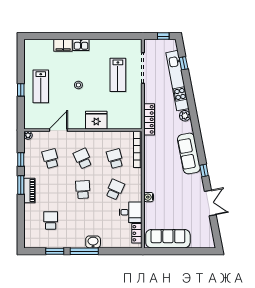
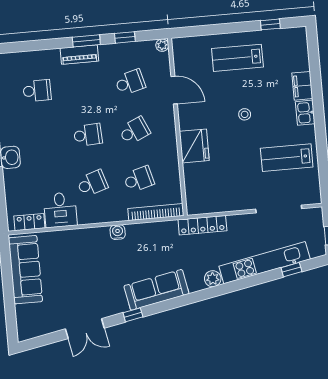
lab bench: (118, 75) -> (287, 158), moved
window: (21, 90) -> (270, 24), moved
school desk: (115, 190) -> (92, 183), turned -42
water cooler: (149, 197) -> (118, 232), moved

